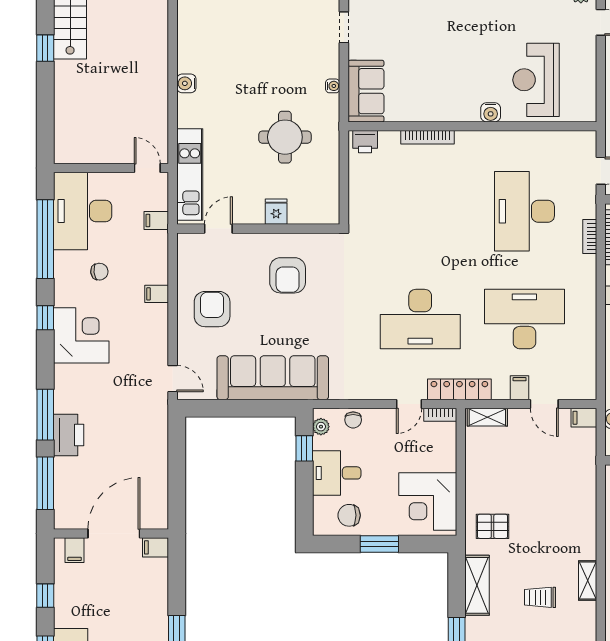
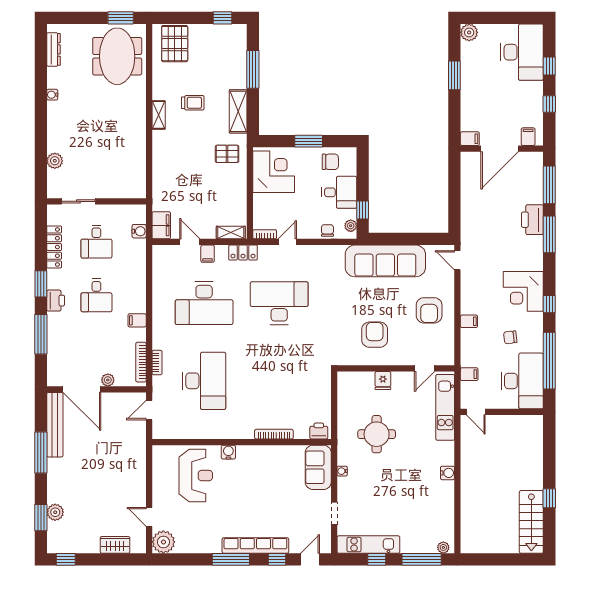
locker: (459, 389) -> (243, 253), width x0.66
filing cabinet: (584, 418) -> (161, 225), width x2.00

